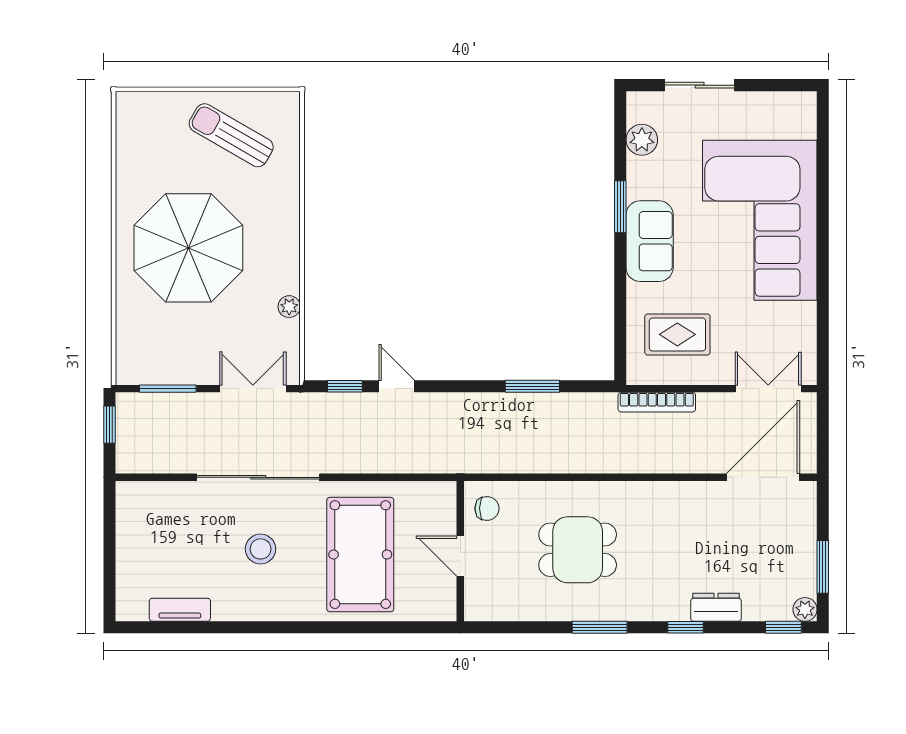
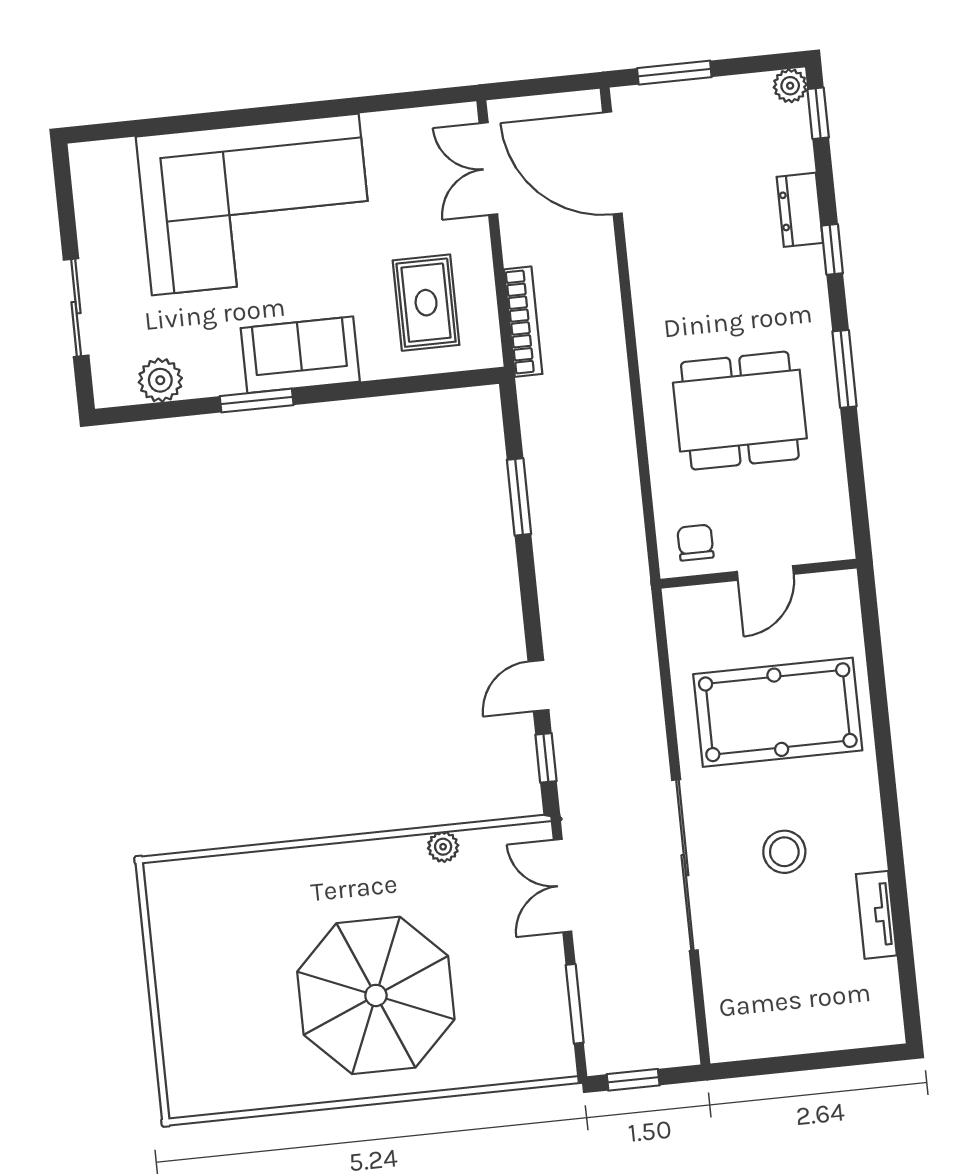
sun lounger: (231, 135) -> (213, 952), removed
dining table: (578, 550) -> (740, 411), width x1.38
window: (823, 567) -> (674, 73), moved
tv unit: (180, 610) -> (876, 915), moved

